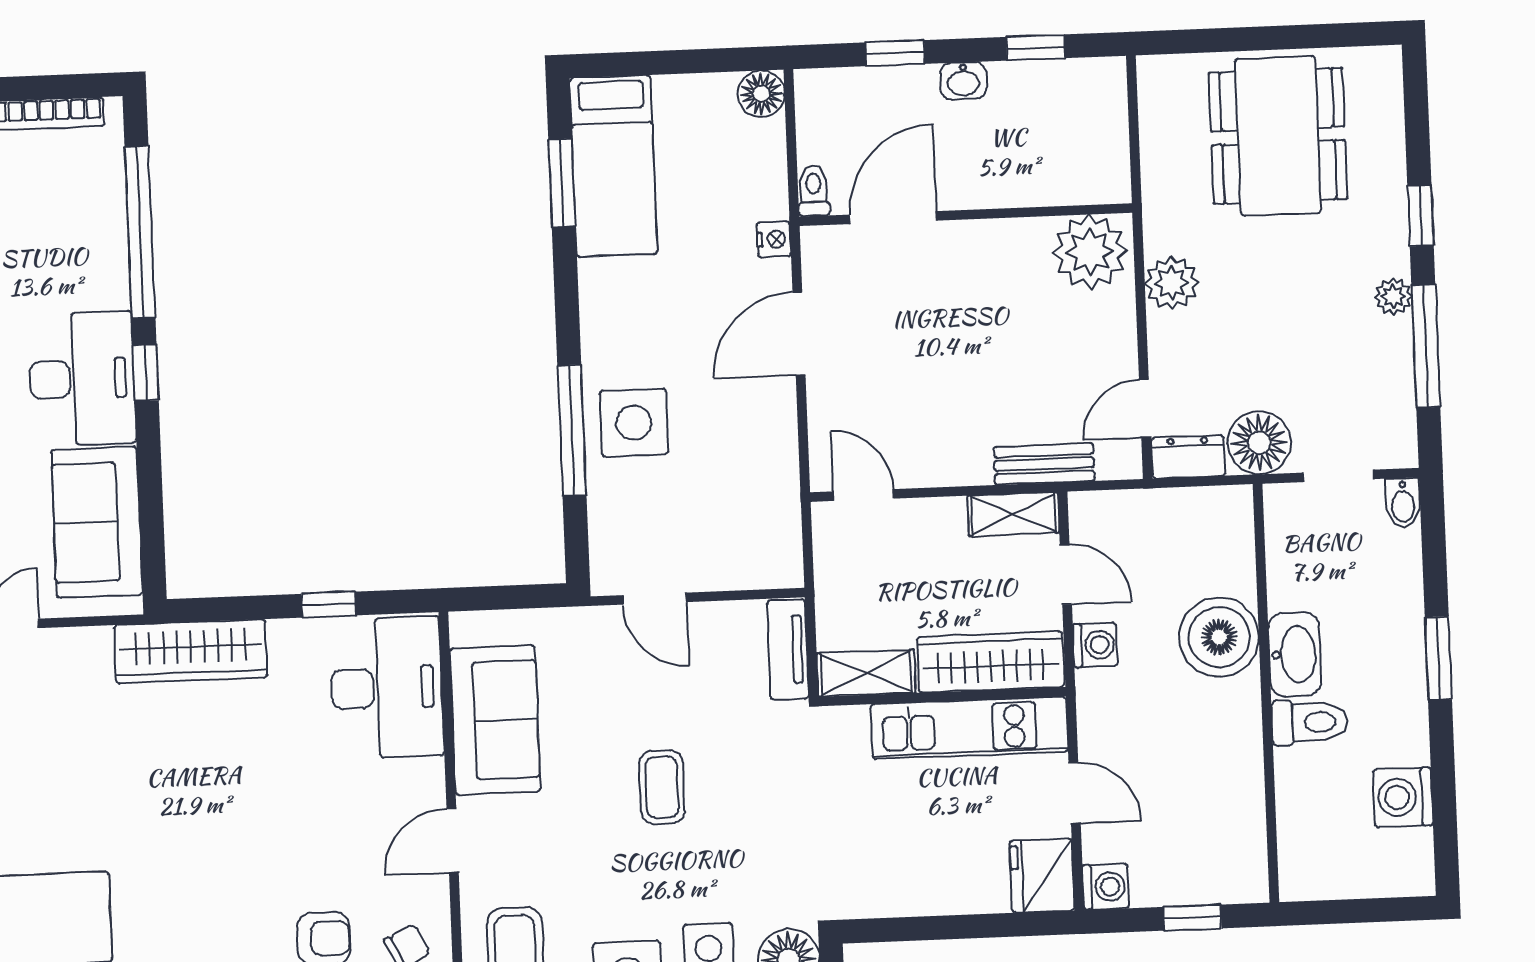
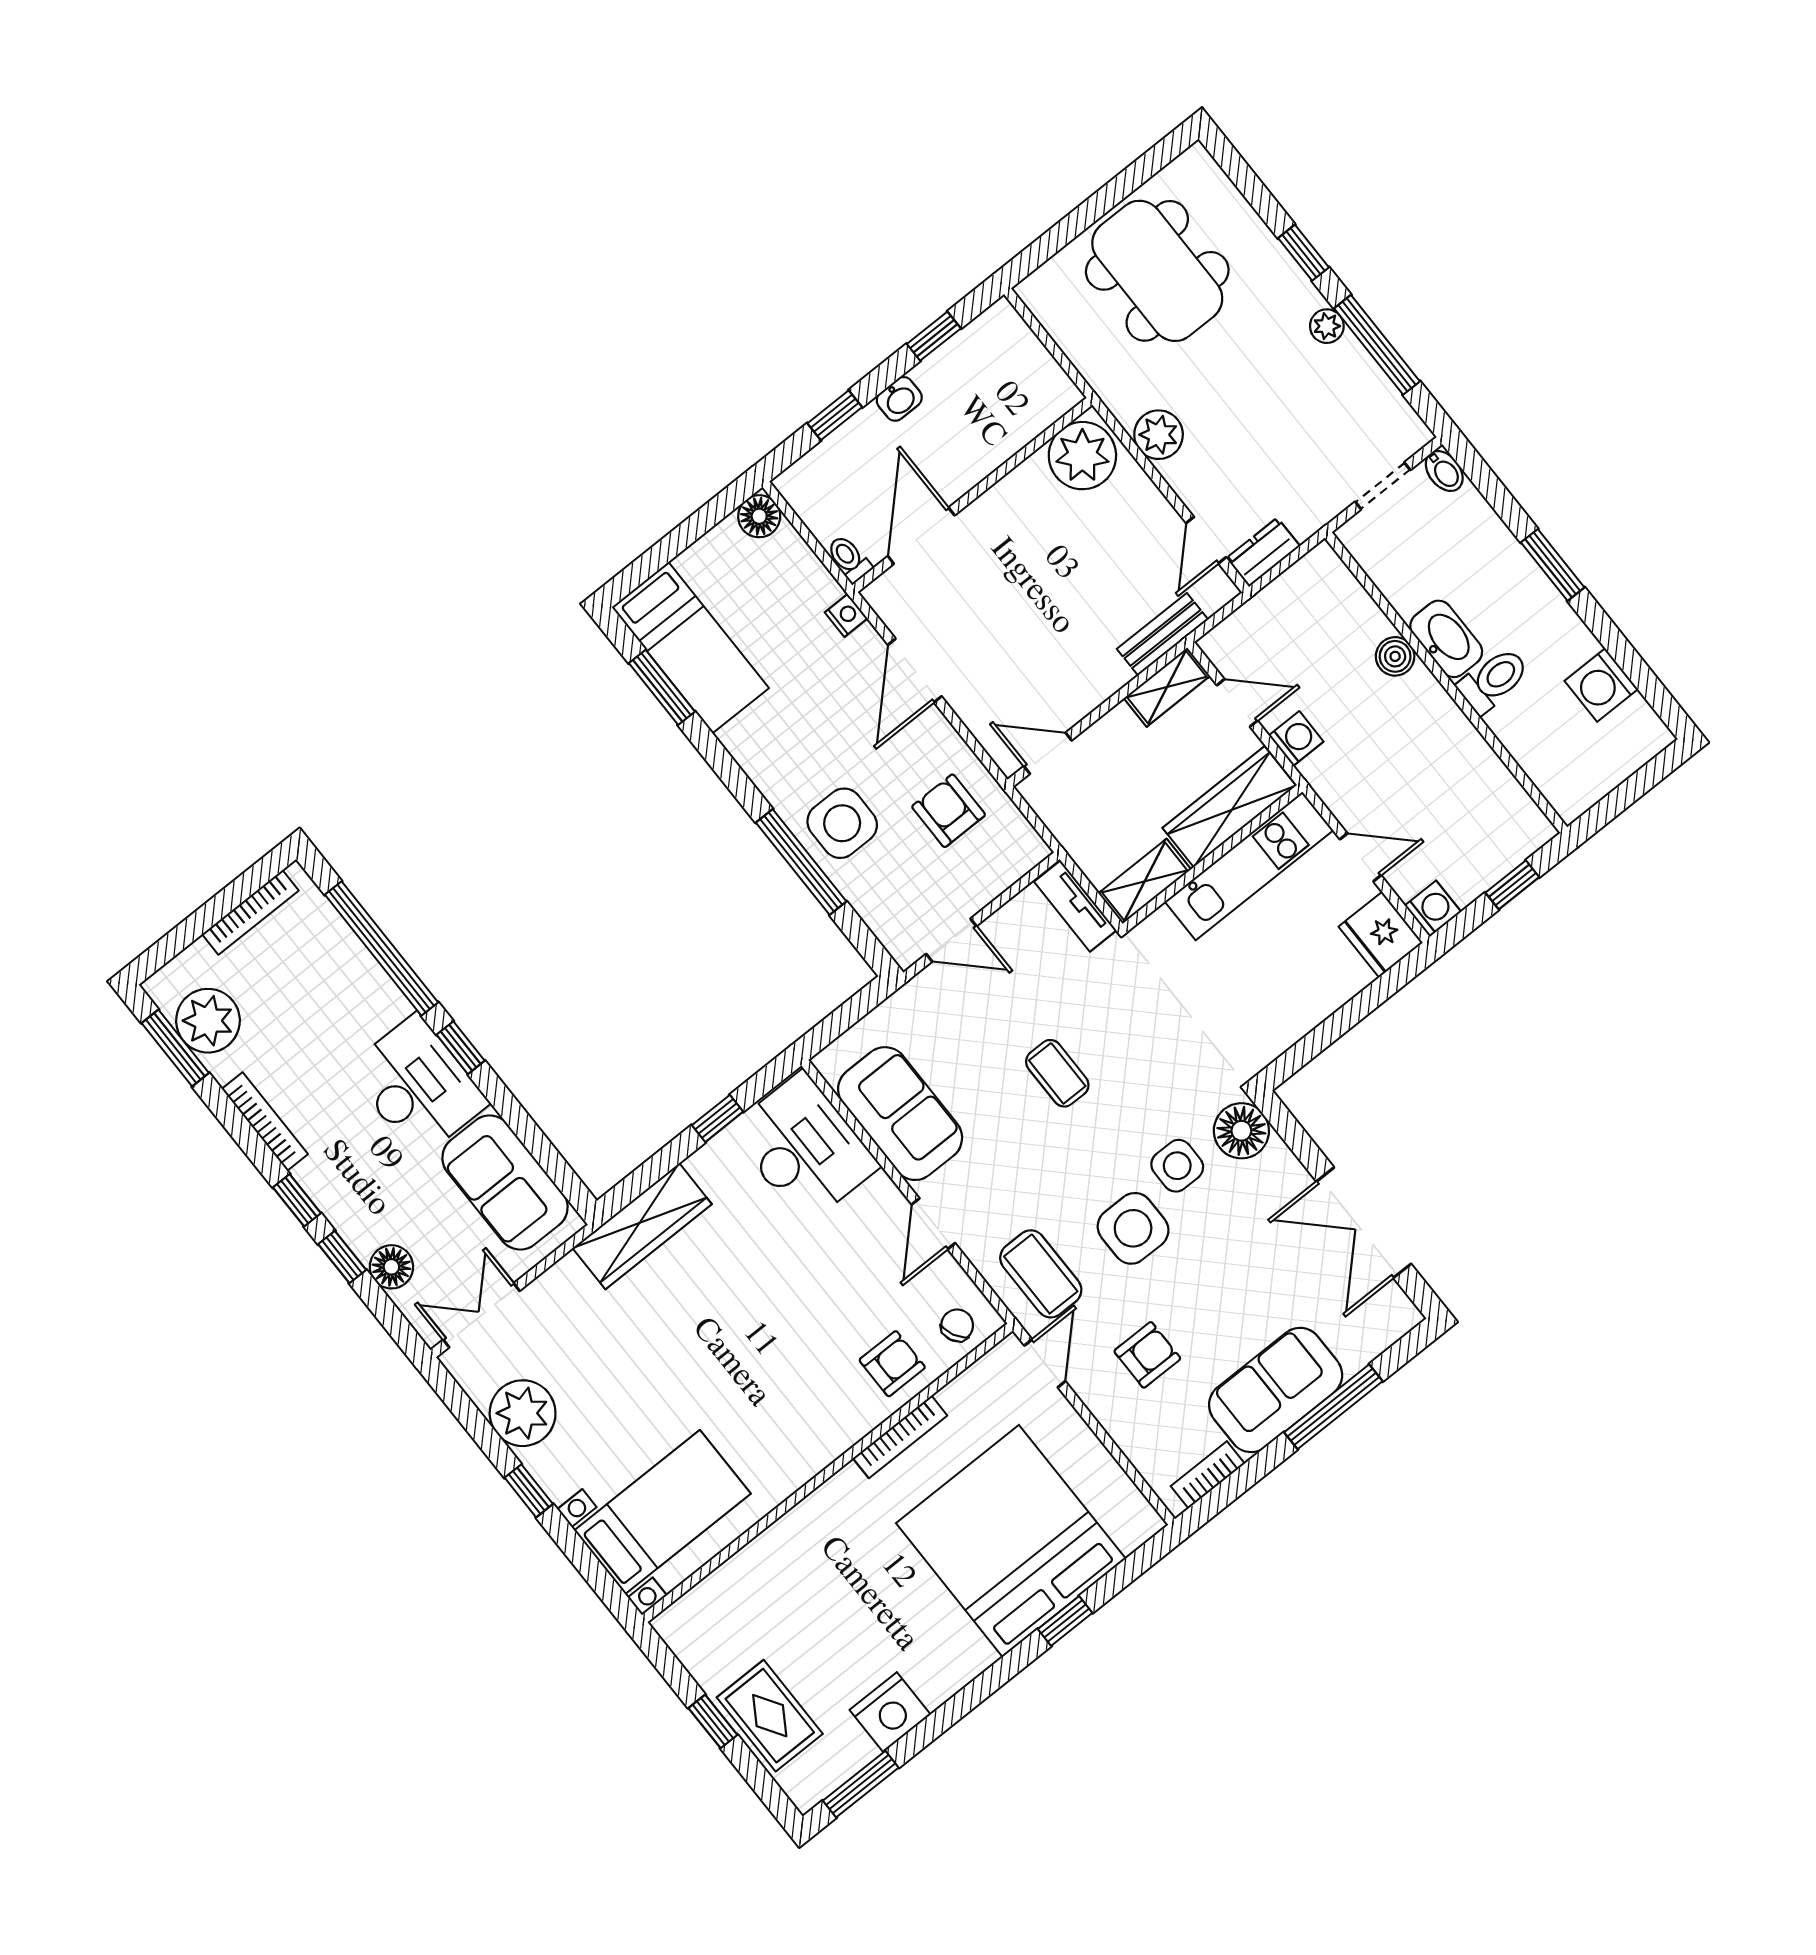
floor lamp: (1259, 443) -> (1307, 504), removed
armchair: (737, 481) -> (949, 811), added
boiler: (1219, 637) -> (1395, 656), width x0.54, depth x0.54

